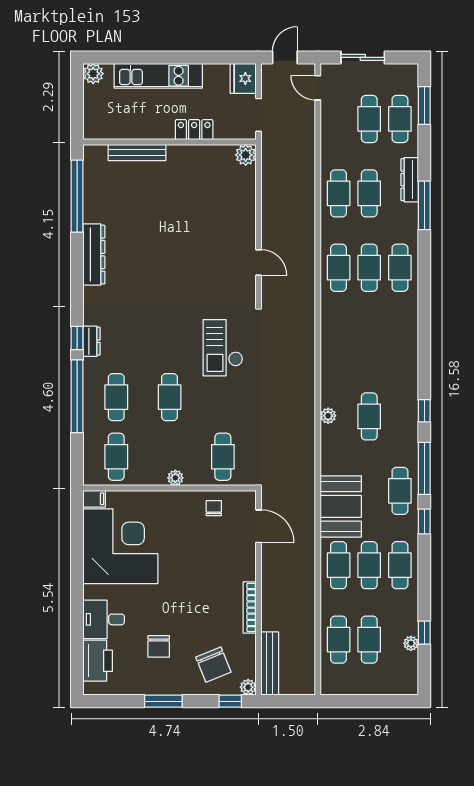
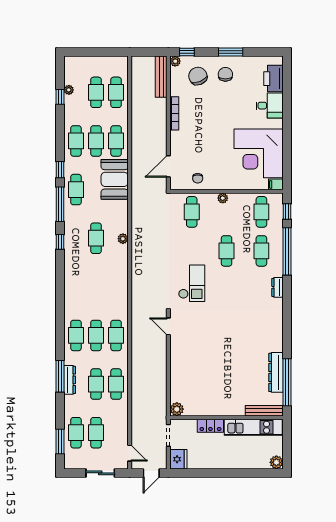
kitchen unit: (158, 76) -> (253, 427), moved, turned 180
bench: (137, 152) -> (264, 411), moved
dresser: (410, 180) -> (70, 380), moved
dresser: (94, 255) -> (276, 372), moved
door: (259, 263) -> (168, 326), moved
window: (77, 338) -> (287, 212), moved
door: (259, 526) -> (168, 166), hinge flipped
chair: (159, 646) -> (225, 74), moved

